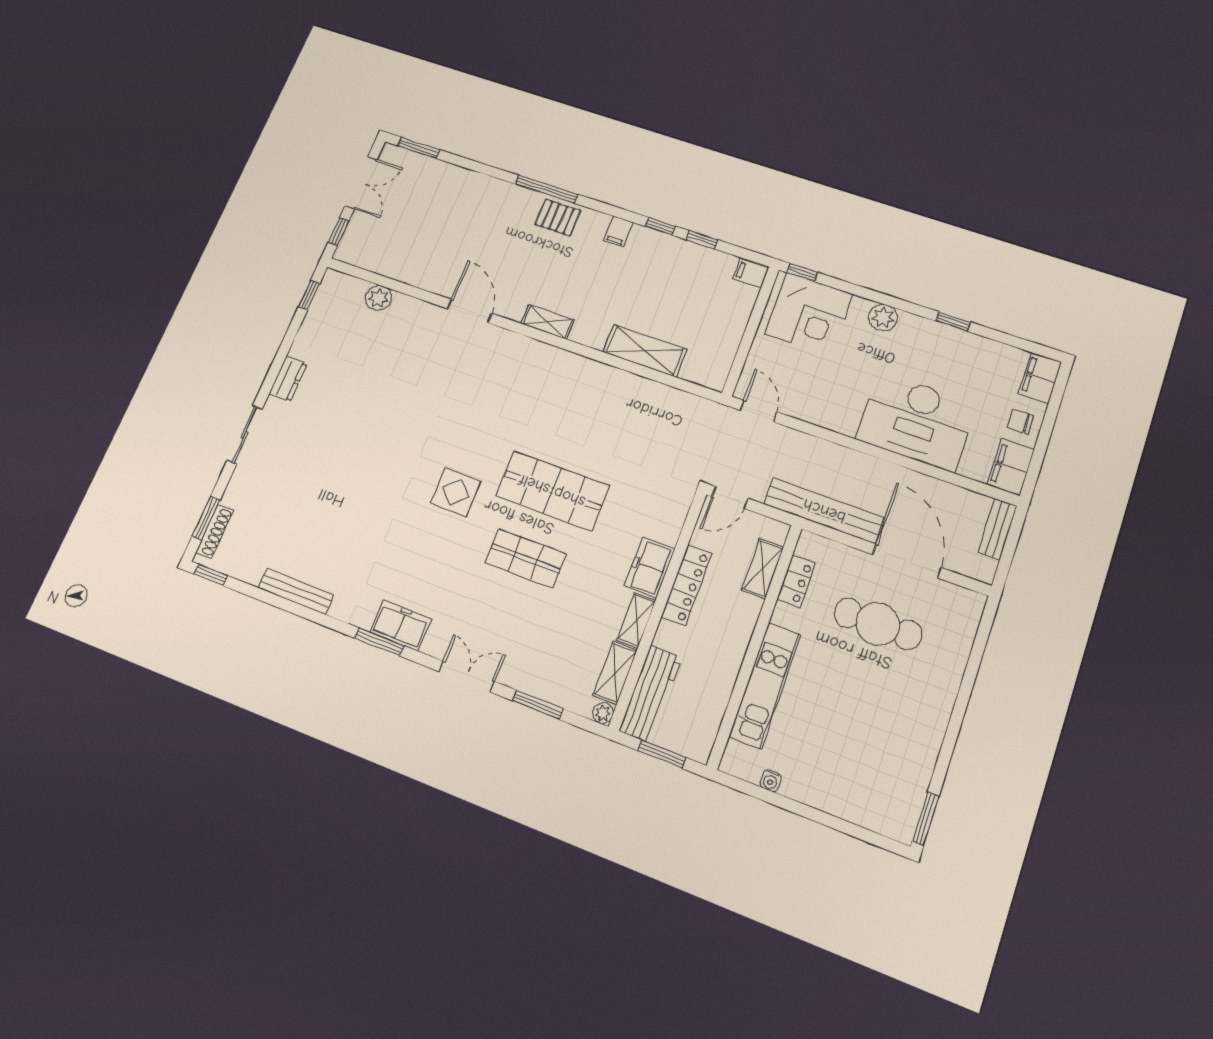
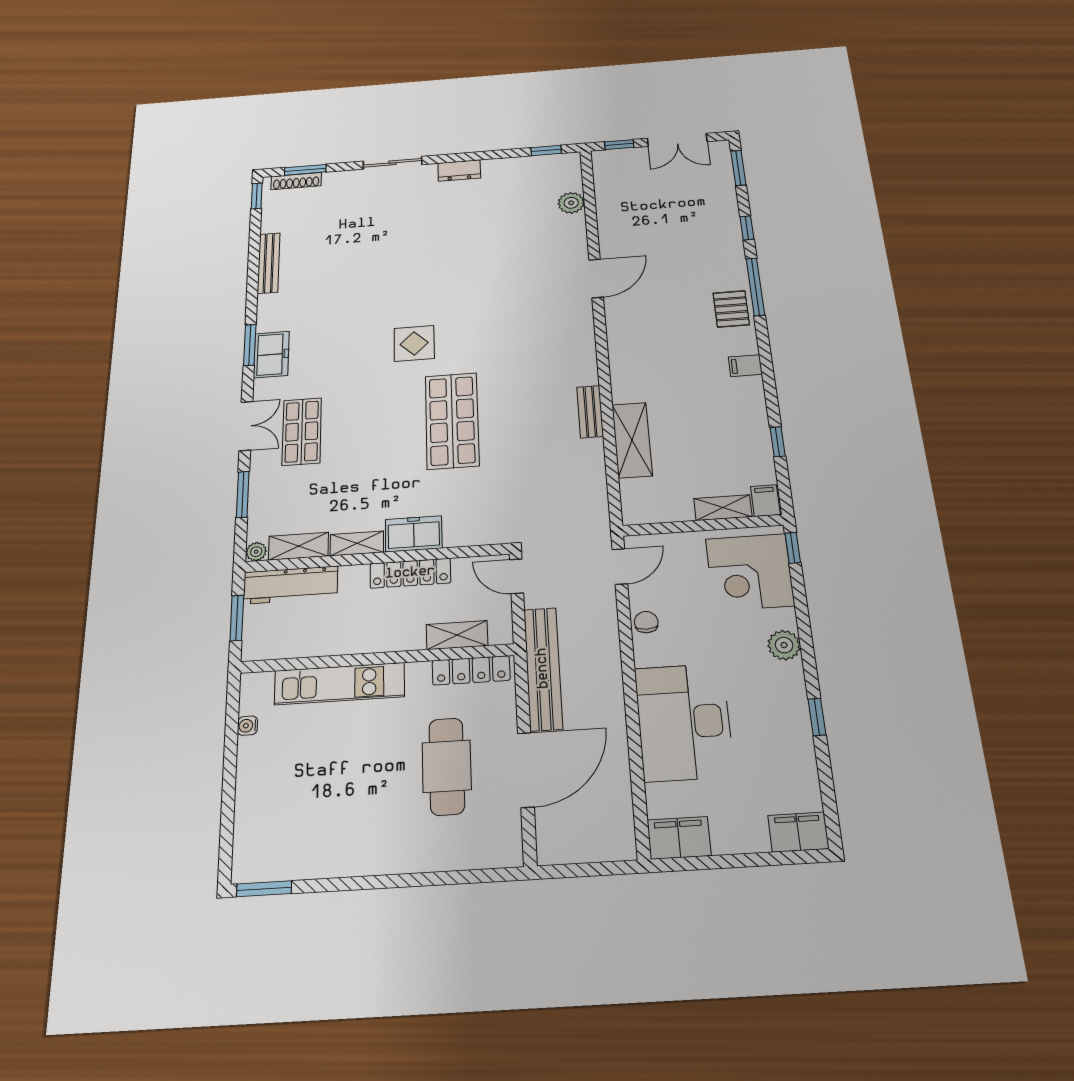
window: (660, 226) -> (747, 228), moved
shelving: (548, 322) -> (723, 508), moved, turned 90
chair: (1020, 422) -> (646, 622), moved
bench: (997, 529) -> (590, 412), moved, turned 90
shop shelf: (526, 558) -> (302, 431), moved
locker: (796, 581) -> (471, 670), width x1.53

